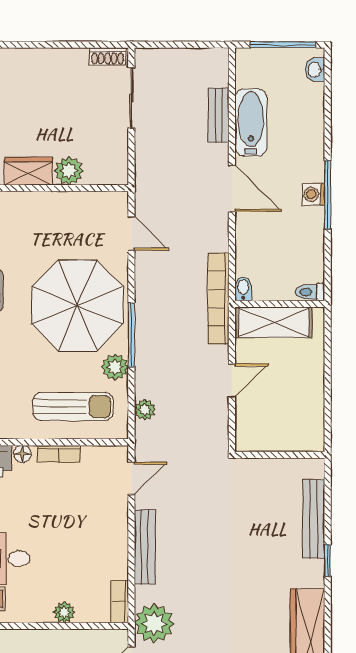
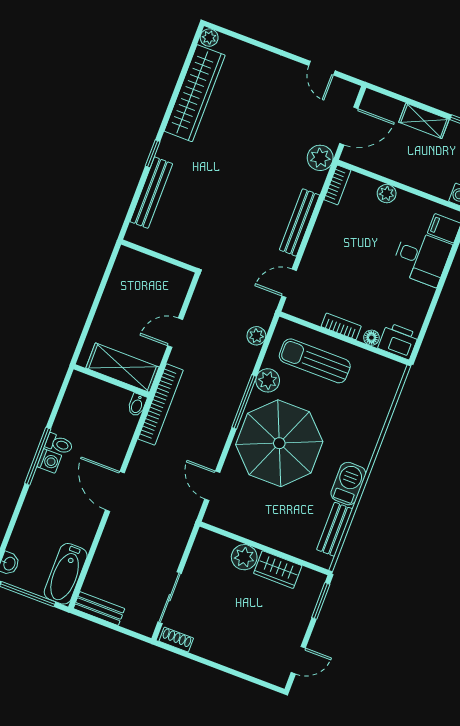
bench: (219, 115) -> (99, 609), moved, turned 90
bathtub: (251, 122) -> (66, 574), moved
toilet: (310, 292) -> (59, 444), moved
plant: (154, 623) -> (320, 158), width x0.73, depth x0.73

